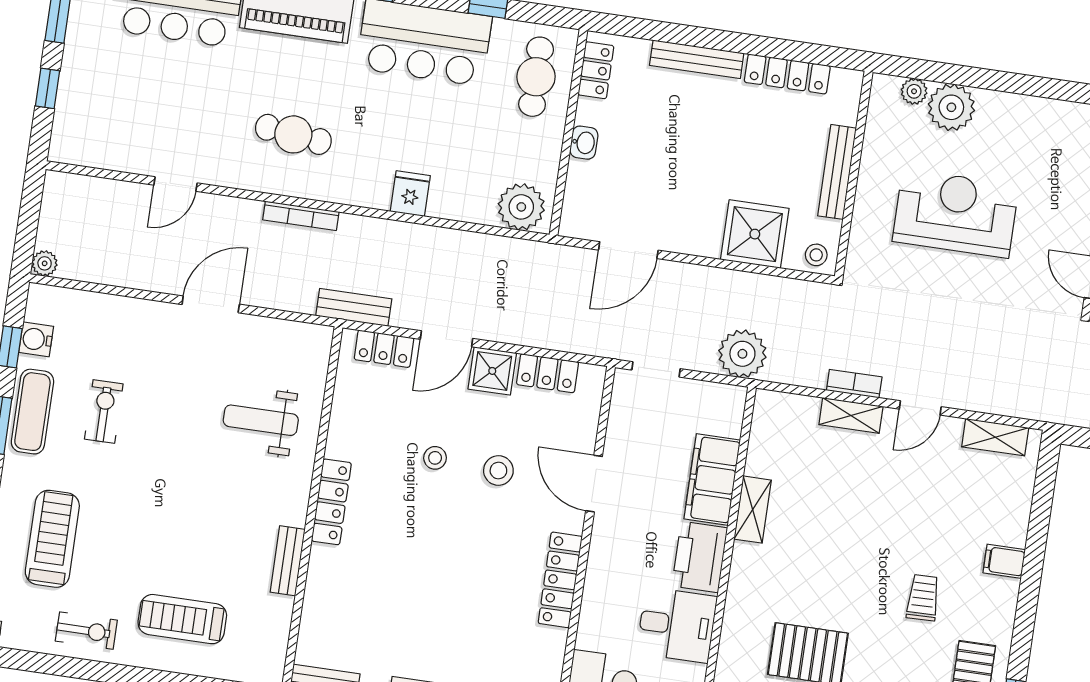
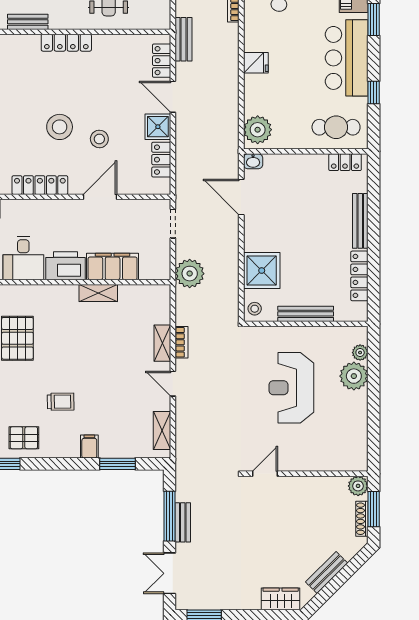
washbasin: (584, 143) -> (253, 161), moved
reception desk: (956, 213) -> (291, 388), turned 180
stool: (435, 458) -> (60, 127), moved, width x1.89, depth x1.89
window: (1039, 519) -> (117, 464), added

